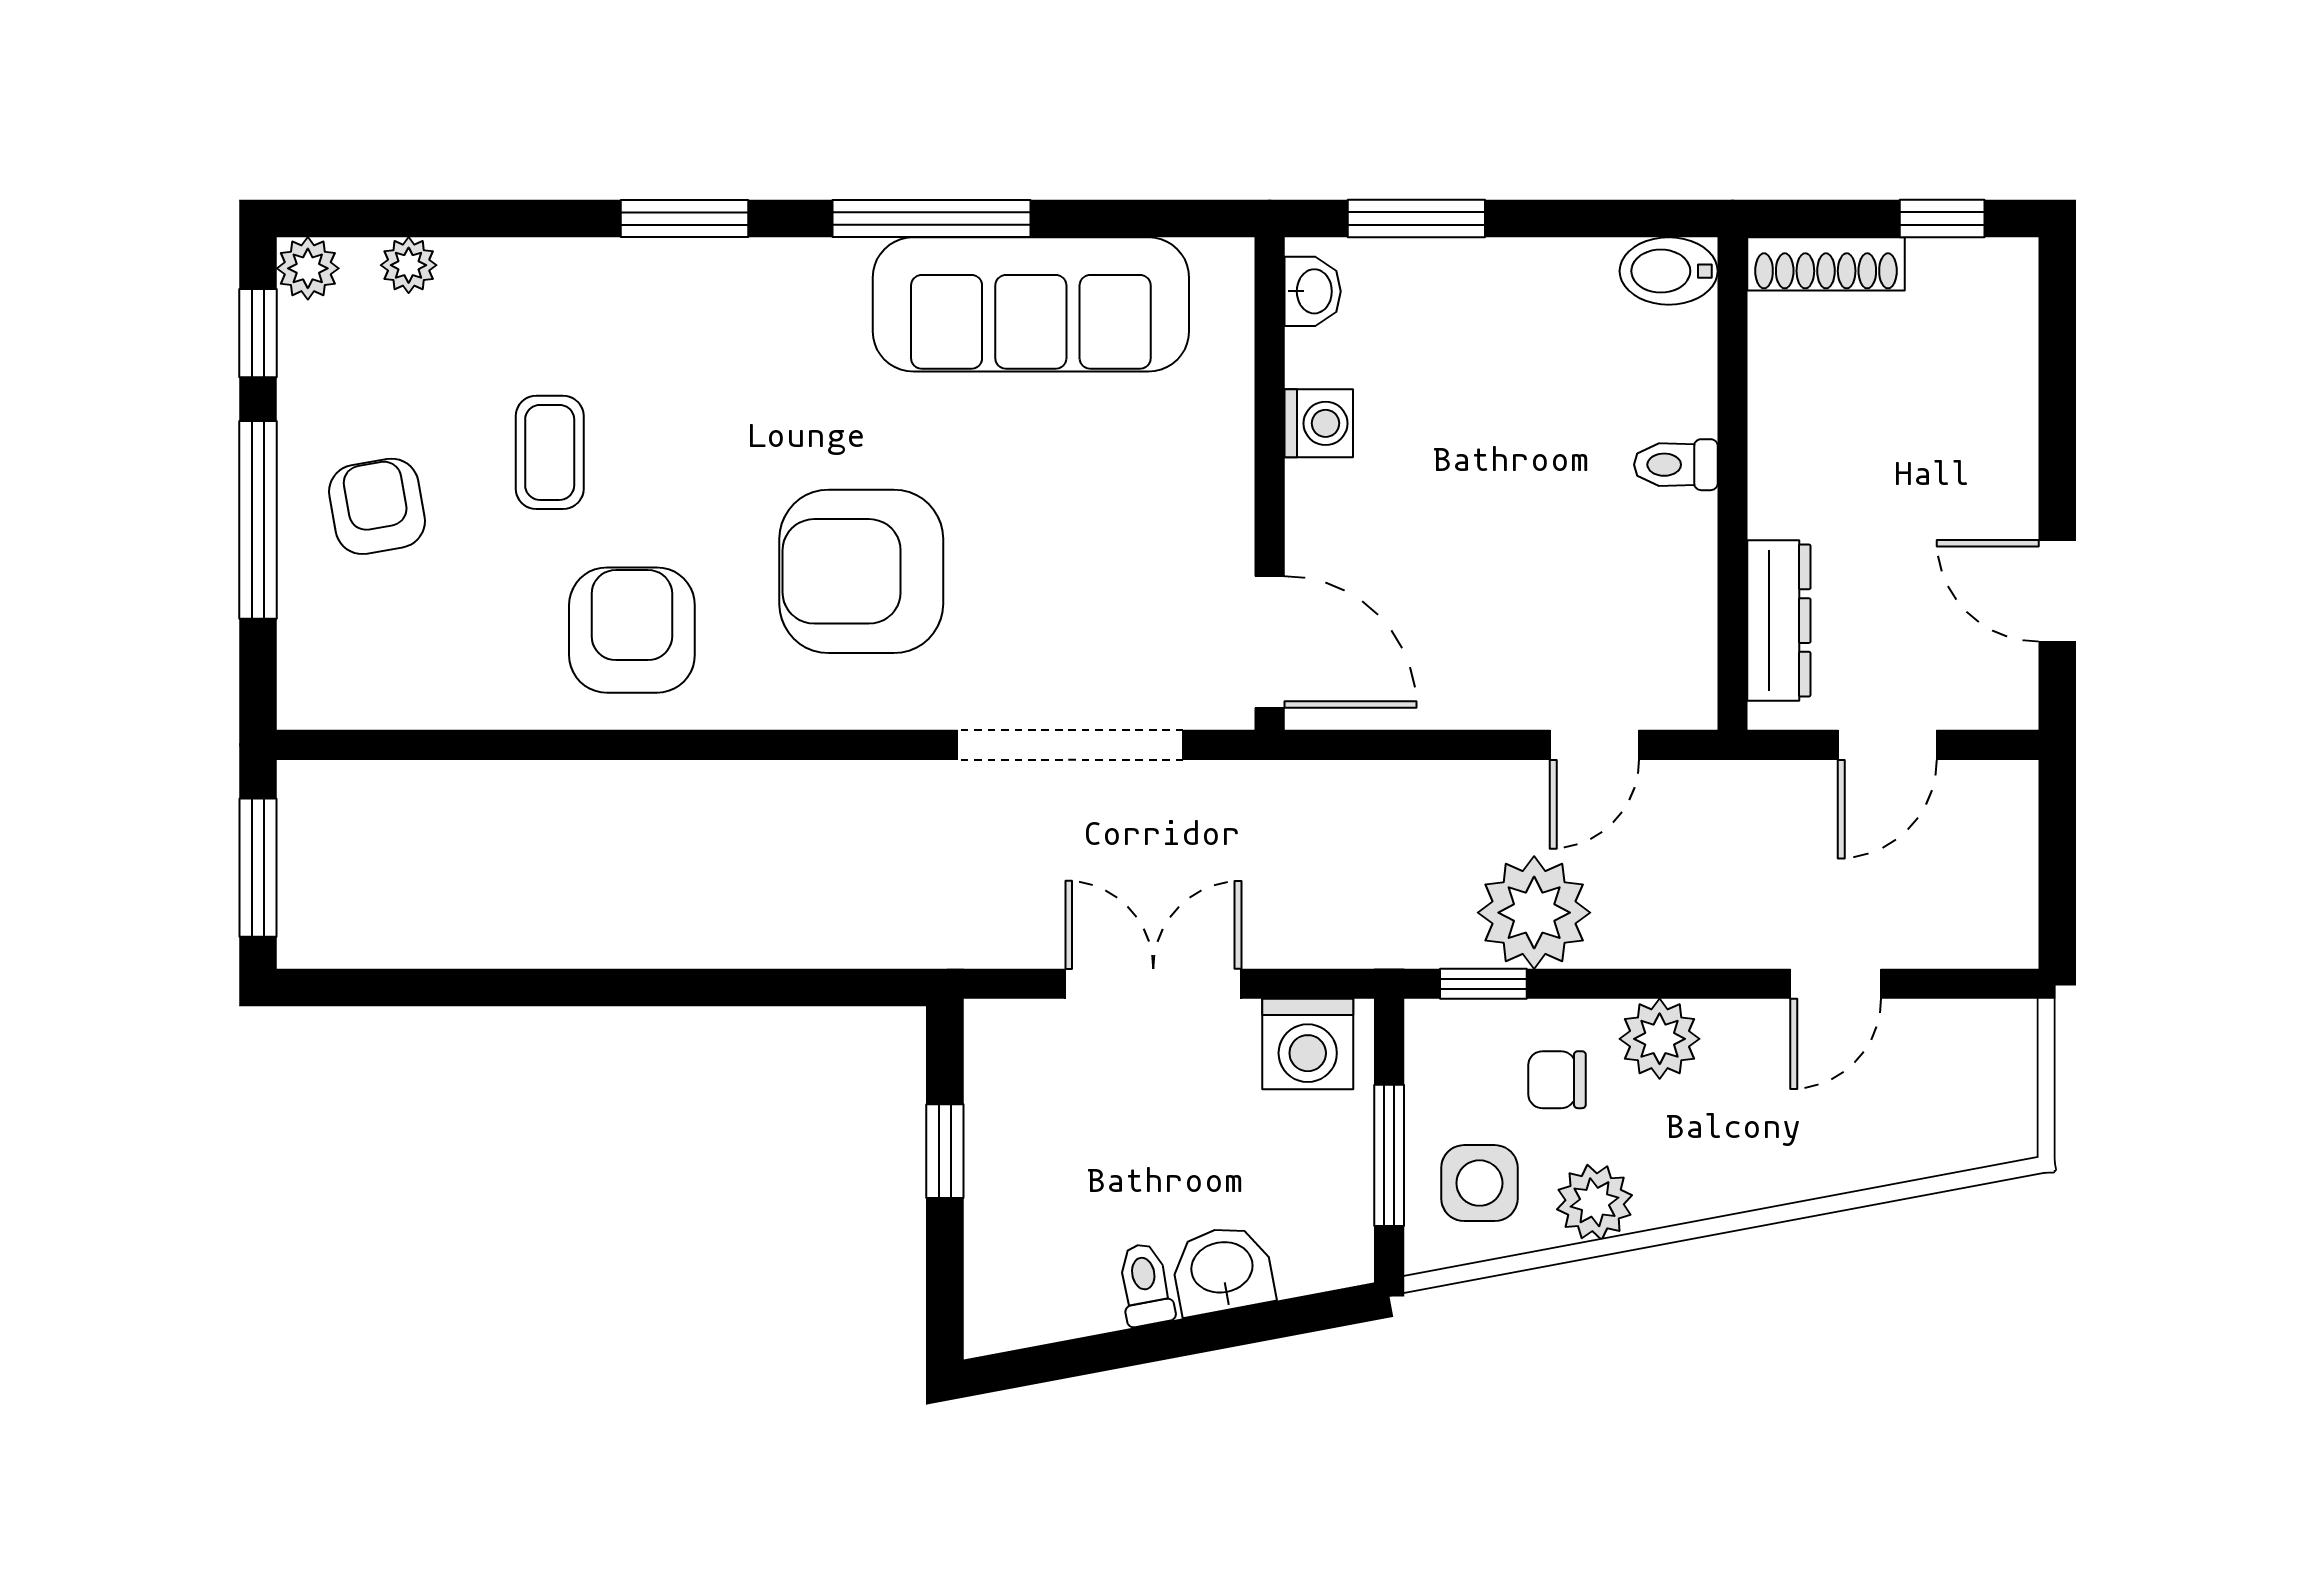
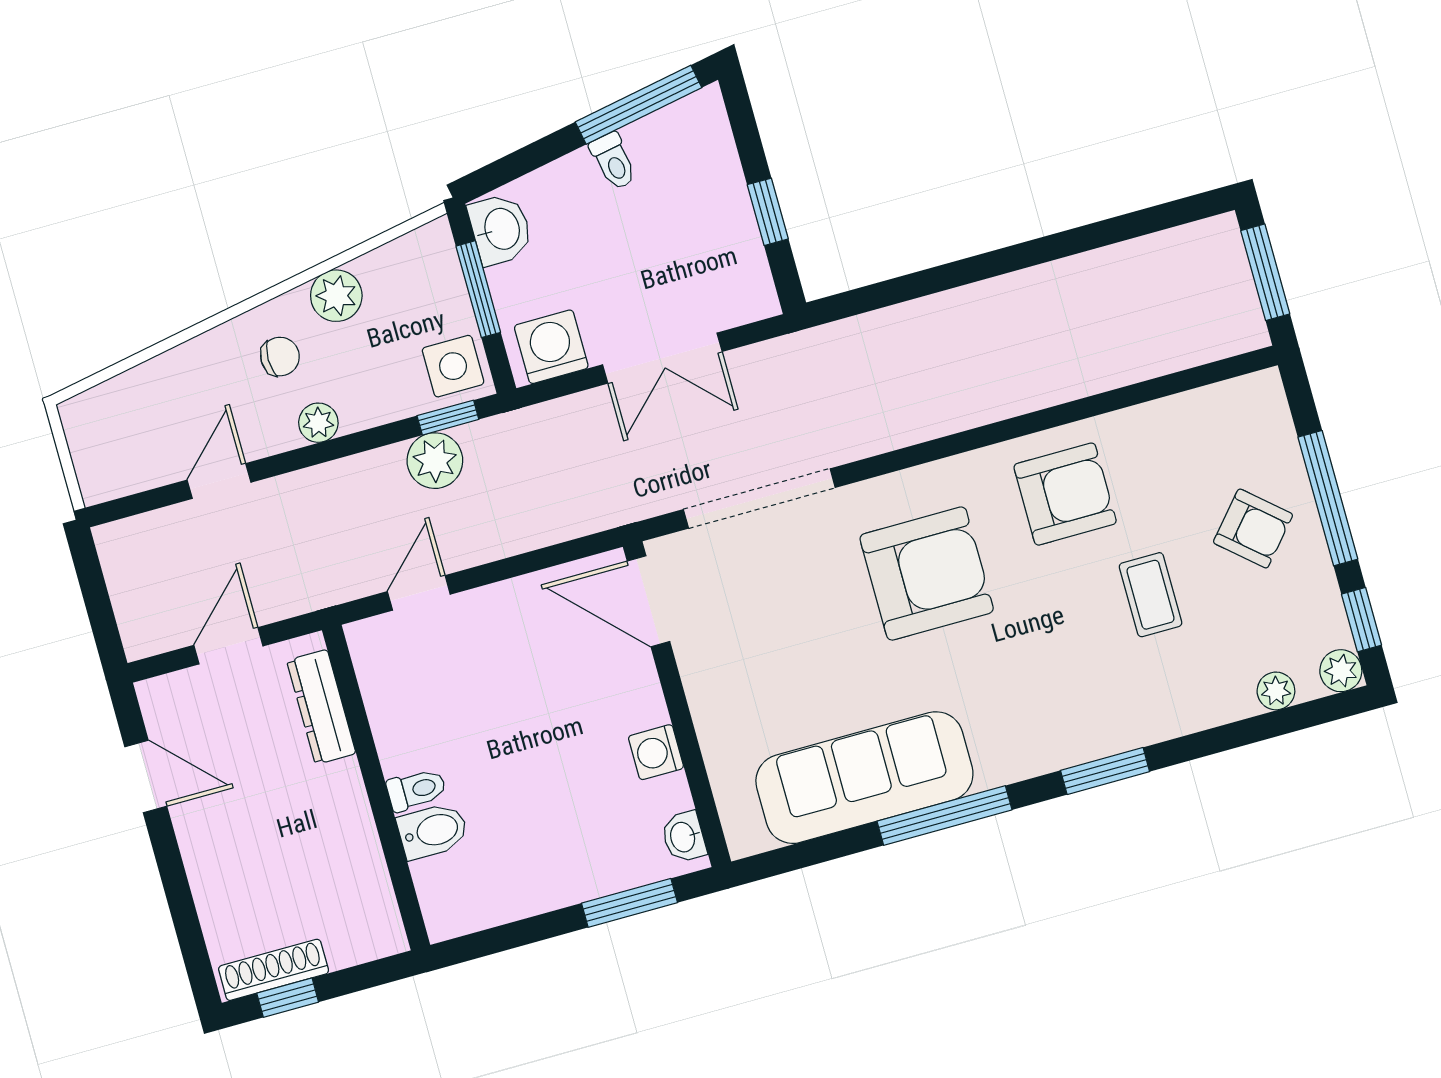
shoe rack: (1826, 264) -> (274, 970), moved
bidet: (1669, 271) -> (433, 831), moved
armchair: (377, 506) -> (1253, 528), turned -39
armchair: (632, 630) -> (1065, 494), turned -90
plant: (1534, 913) -> (435, 461), width x0.73, depth x0.73
plant: (1660, 1039) -> (318, 423), width x0.73, depth x0.73
chair: (1557, 1080) -> (280, 357), moved
side table: (1479, 1183) -> (453, 366), moved
washbasin: (1222, 1270) -> (501, 229), moved, turned -79
window: (1087, 1355) -> (638, 105), added

